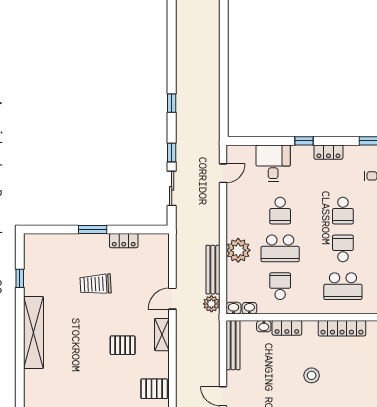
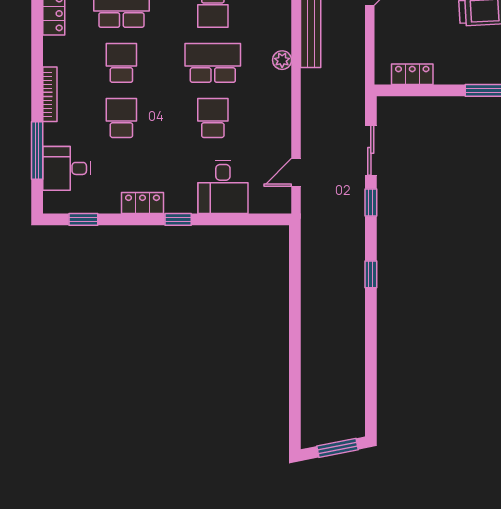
locker: (124, 241) -> (412, 74), moved
school desk: (343, 248) -> (121, 63), turned 180
plant: (238, 250) -> (282, 60), width x0.53, depth x0.53

